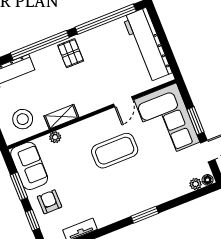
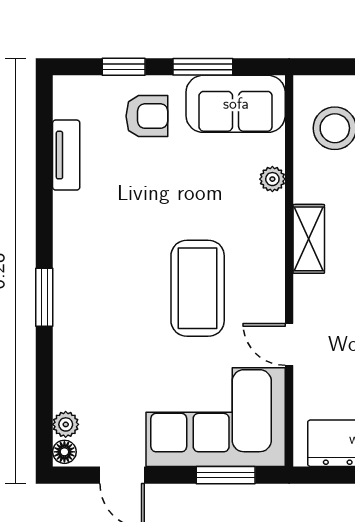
shelving: (61, 117) -> (309, 239), moved
window: (196, 121) -> (226, 475), moved

